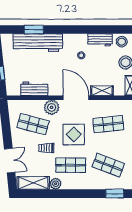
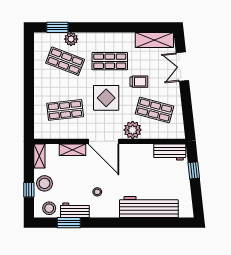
window: (34, 29) -> (69, 223), moved
workbench: (34, 89) -> (170, 152), moved
plant: (56, 184) -> (71, 39), moved

